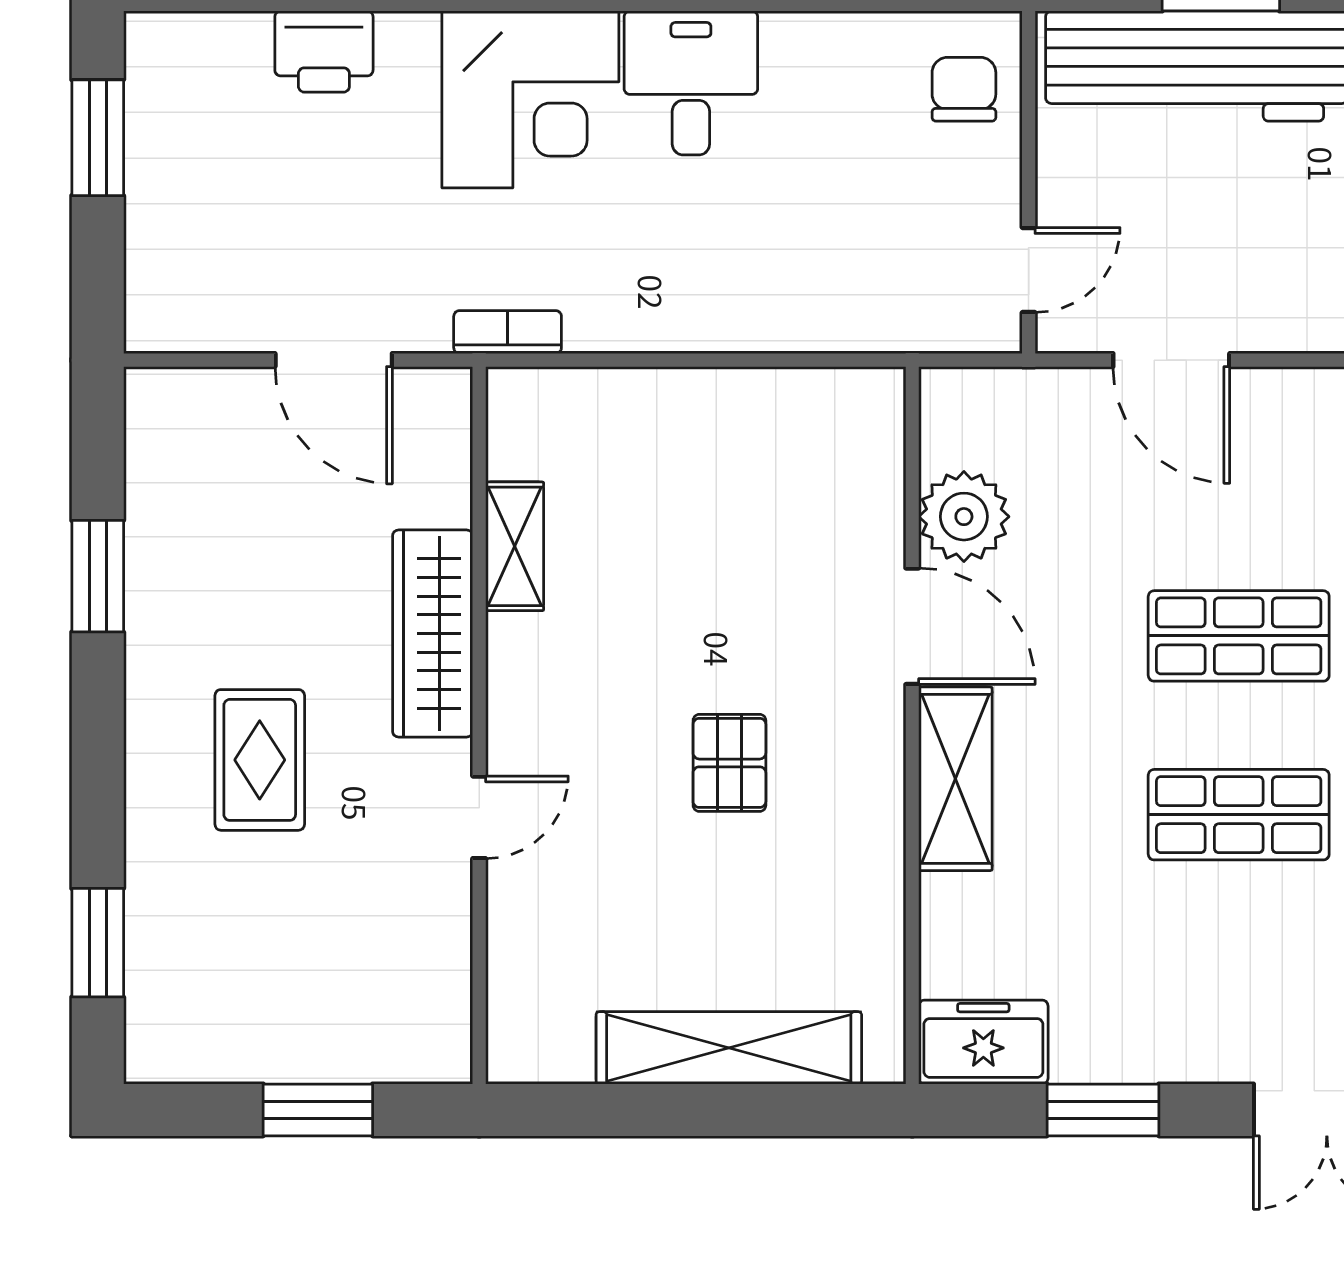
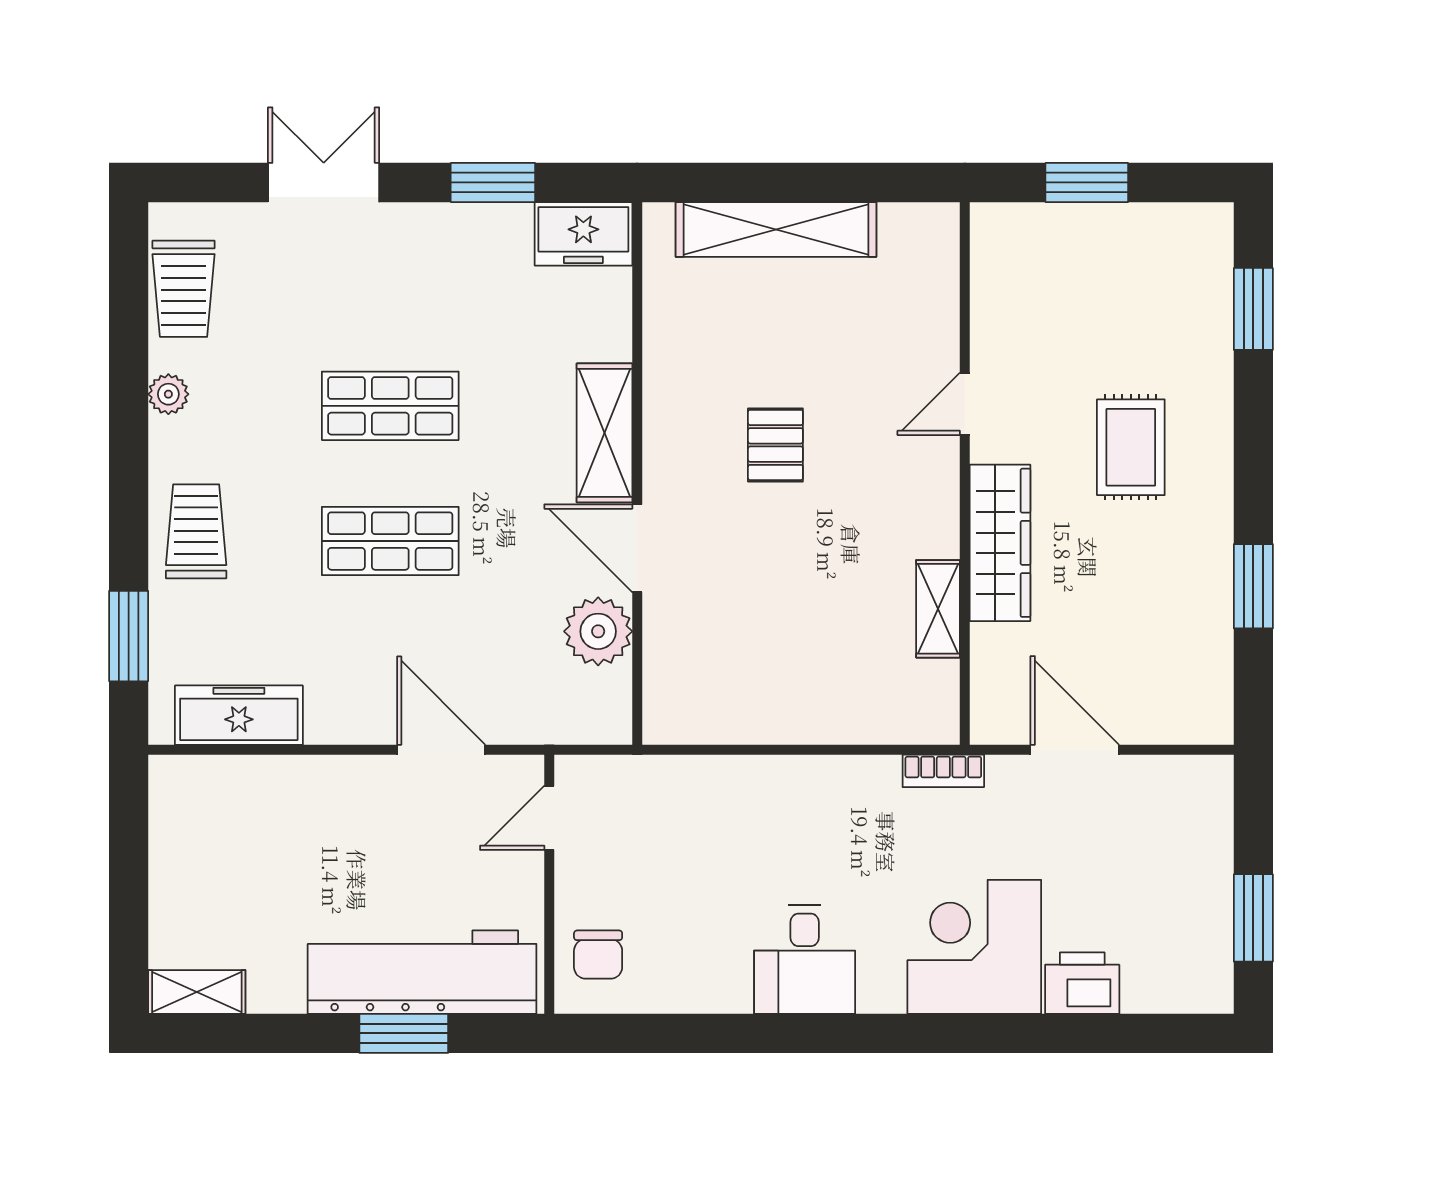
corner desk: (530, 99) -> (974, 947), moved

